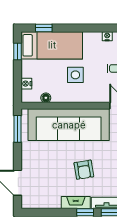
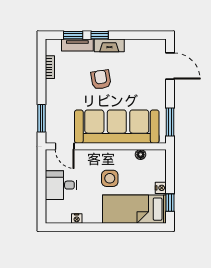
window: (44, 28) -> (143, 227), removed
nightstand: (26, 84) -> (161, 188), moved

